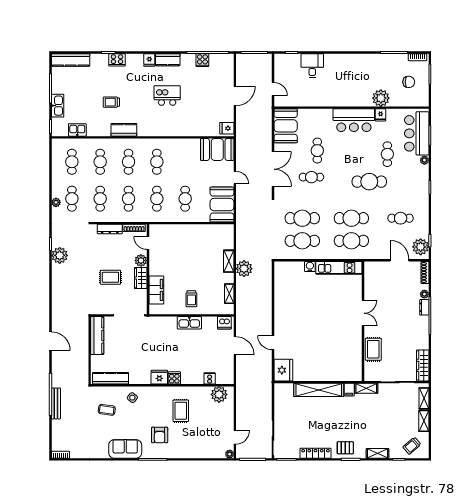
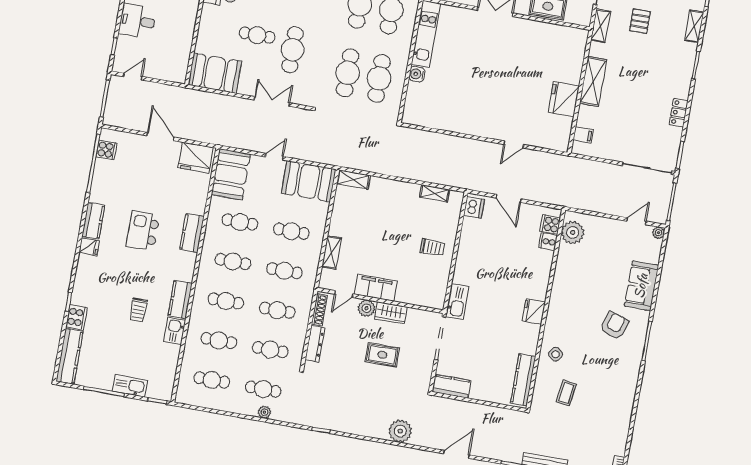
cooker: (117, 60) -> (76, 317), moved
cooker: (202, 60) -> (107, 150), moved
door: (273, 89) -> (133, 77), moved
fridge: (227, 128) -> (196, 158), width x1.88, depth x1.34
kitchen sink: (77, 130) -> (175, 331), moved
kitchen counter: (172, 130) -> (192, 233), added
cafe table: (185, 162) -> (240, 222), added
double door: (273, 169) -> (272, 101), width x0.73
cafe table: (311, 177) -> (293, 50), width x1.37, depth x1.35
shelving: (175, 229) -> (332, 252), added
plant: (60, 255) -> (400, 431), moved
shelving: (229, 261) -> (353, 180), moved
plant: (244, 269) -> (403, 166), removed
rug: (110, 277) -> (382, 355), turned 90
filing cabinet: (156, 290) -> (376, 288), moved
kitchen sink: (189, 323) -> (457, 302), moved
kitchen counter: (97, 336) -> (451, 386), width x0.67
door: (235, 346) -> (508, 198), swing flipped
fridge: (283, 370) -> (564, 99), moved, turned -90
cooker: (174, 378) -> (550, 224), moved
shelving: (319, 390) -> (593, 81), width x0.68
filing cabinet: (349, 390) -> (583, 135), moved
rug: (181, 411) -> (586, 290), removed
armchair: (160, 435) -> (614, 326), turned -73
door: (235, 437) -> (636, 221), hinge flipped
pallet: (345, 448) -> (640, 21), moved
sofa: (125, 449) -> (641, 286), moved
locker: (316, 453) -> (679, 113), width x0.66

